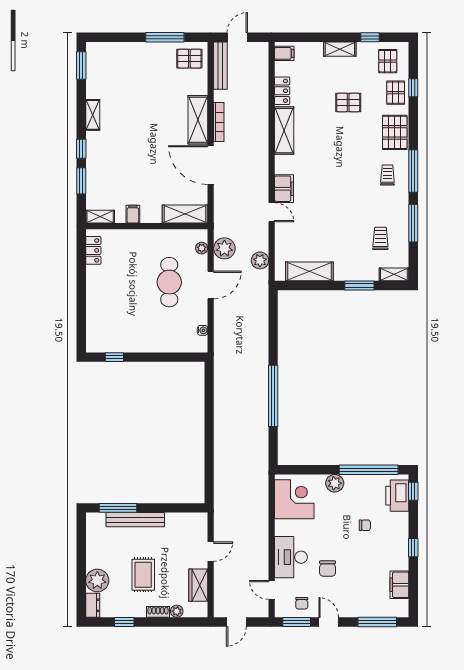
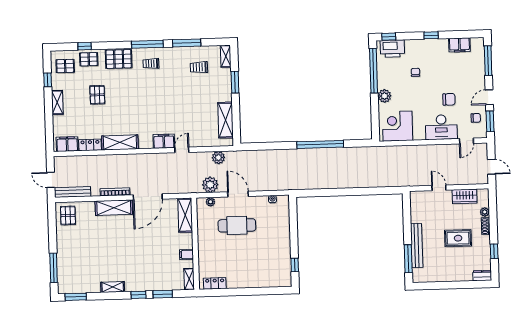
window: (165, 37) -> (54, 268), moved
filing cabinet: (284, 53) -> (67, 144), width x2.00
plant: (97, 580) -> (463, 273), removed

